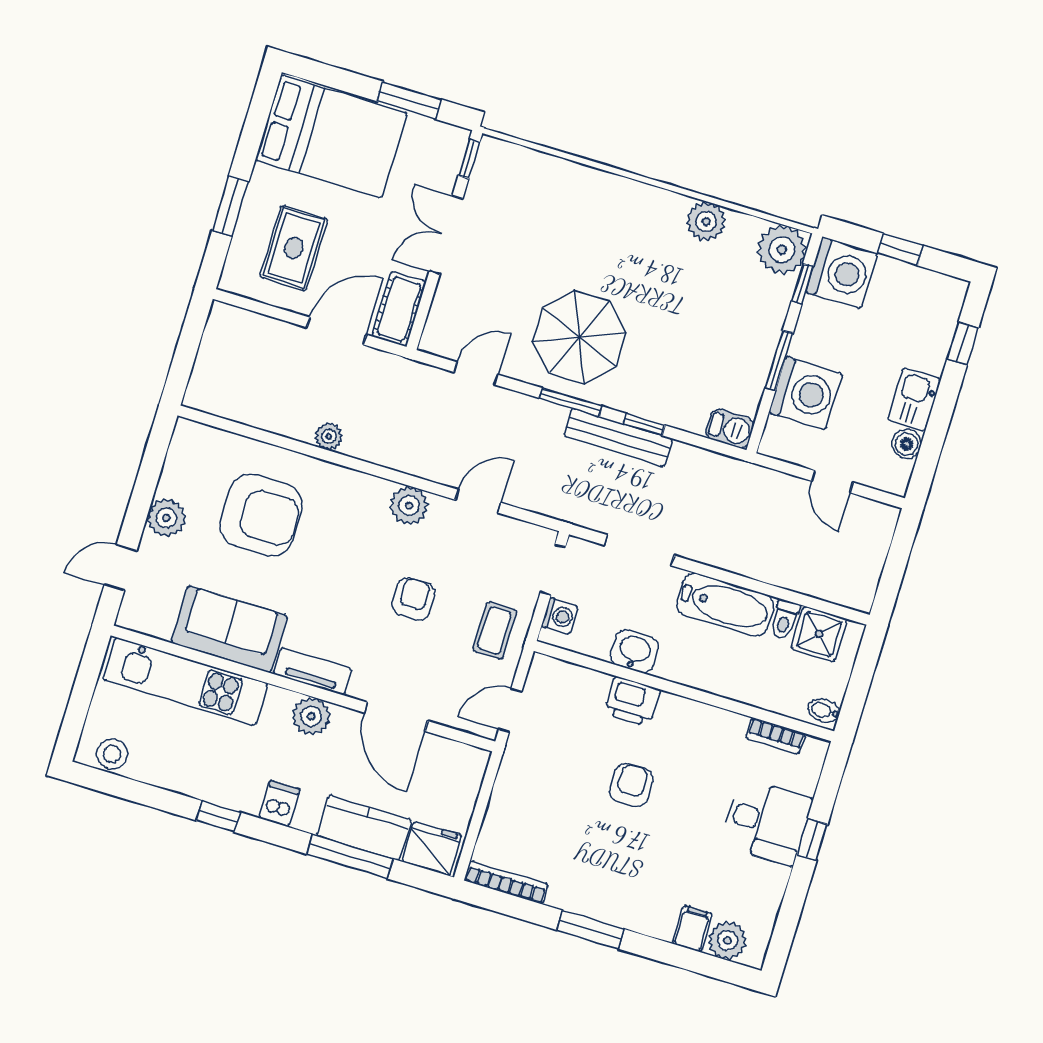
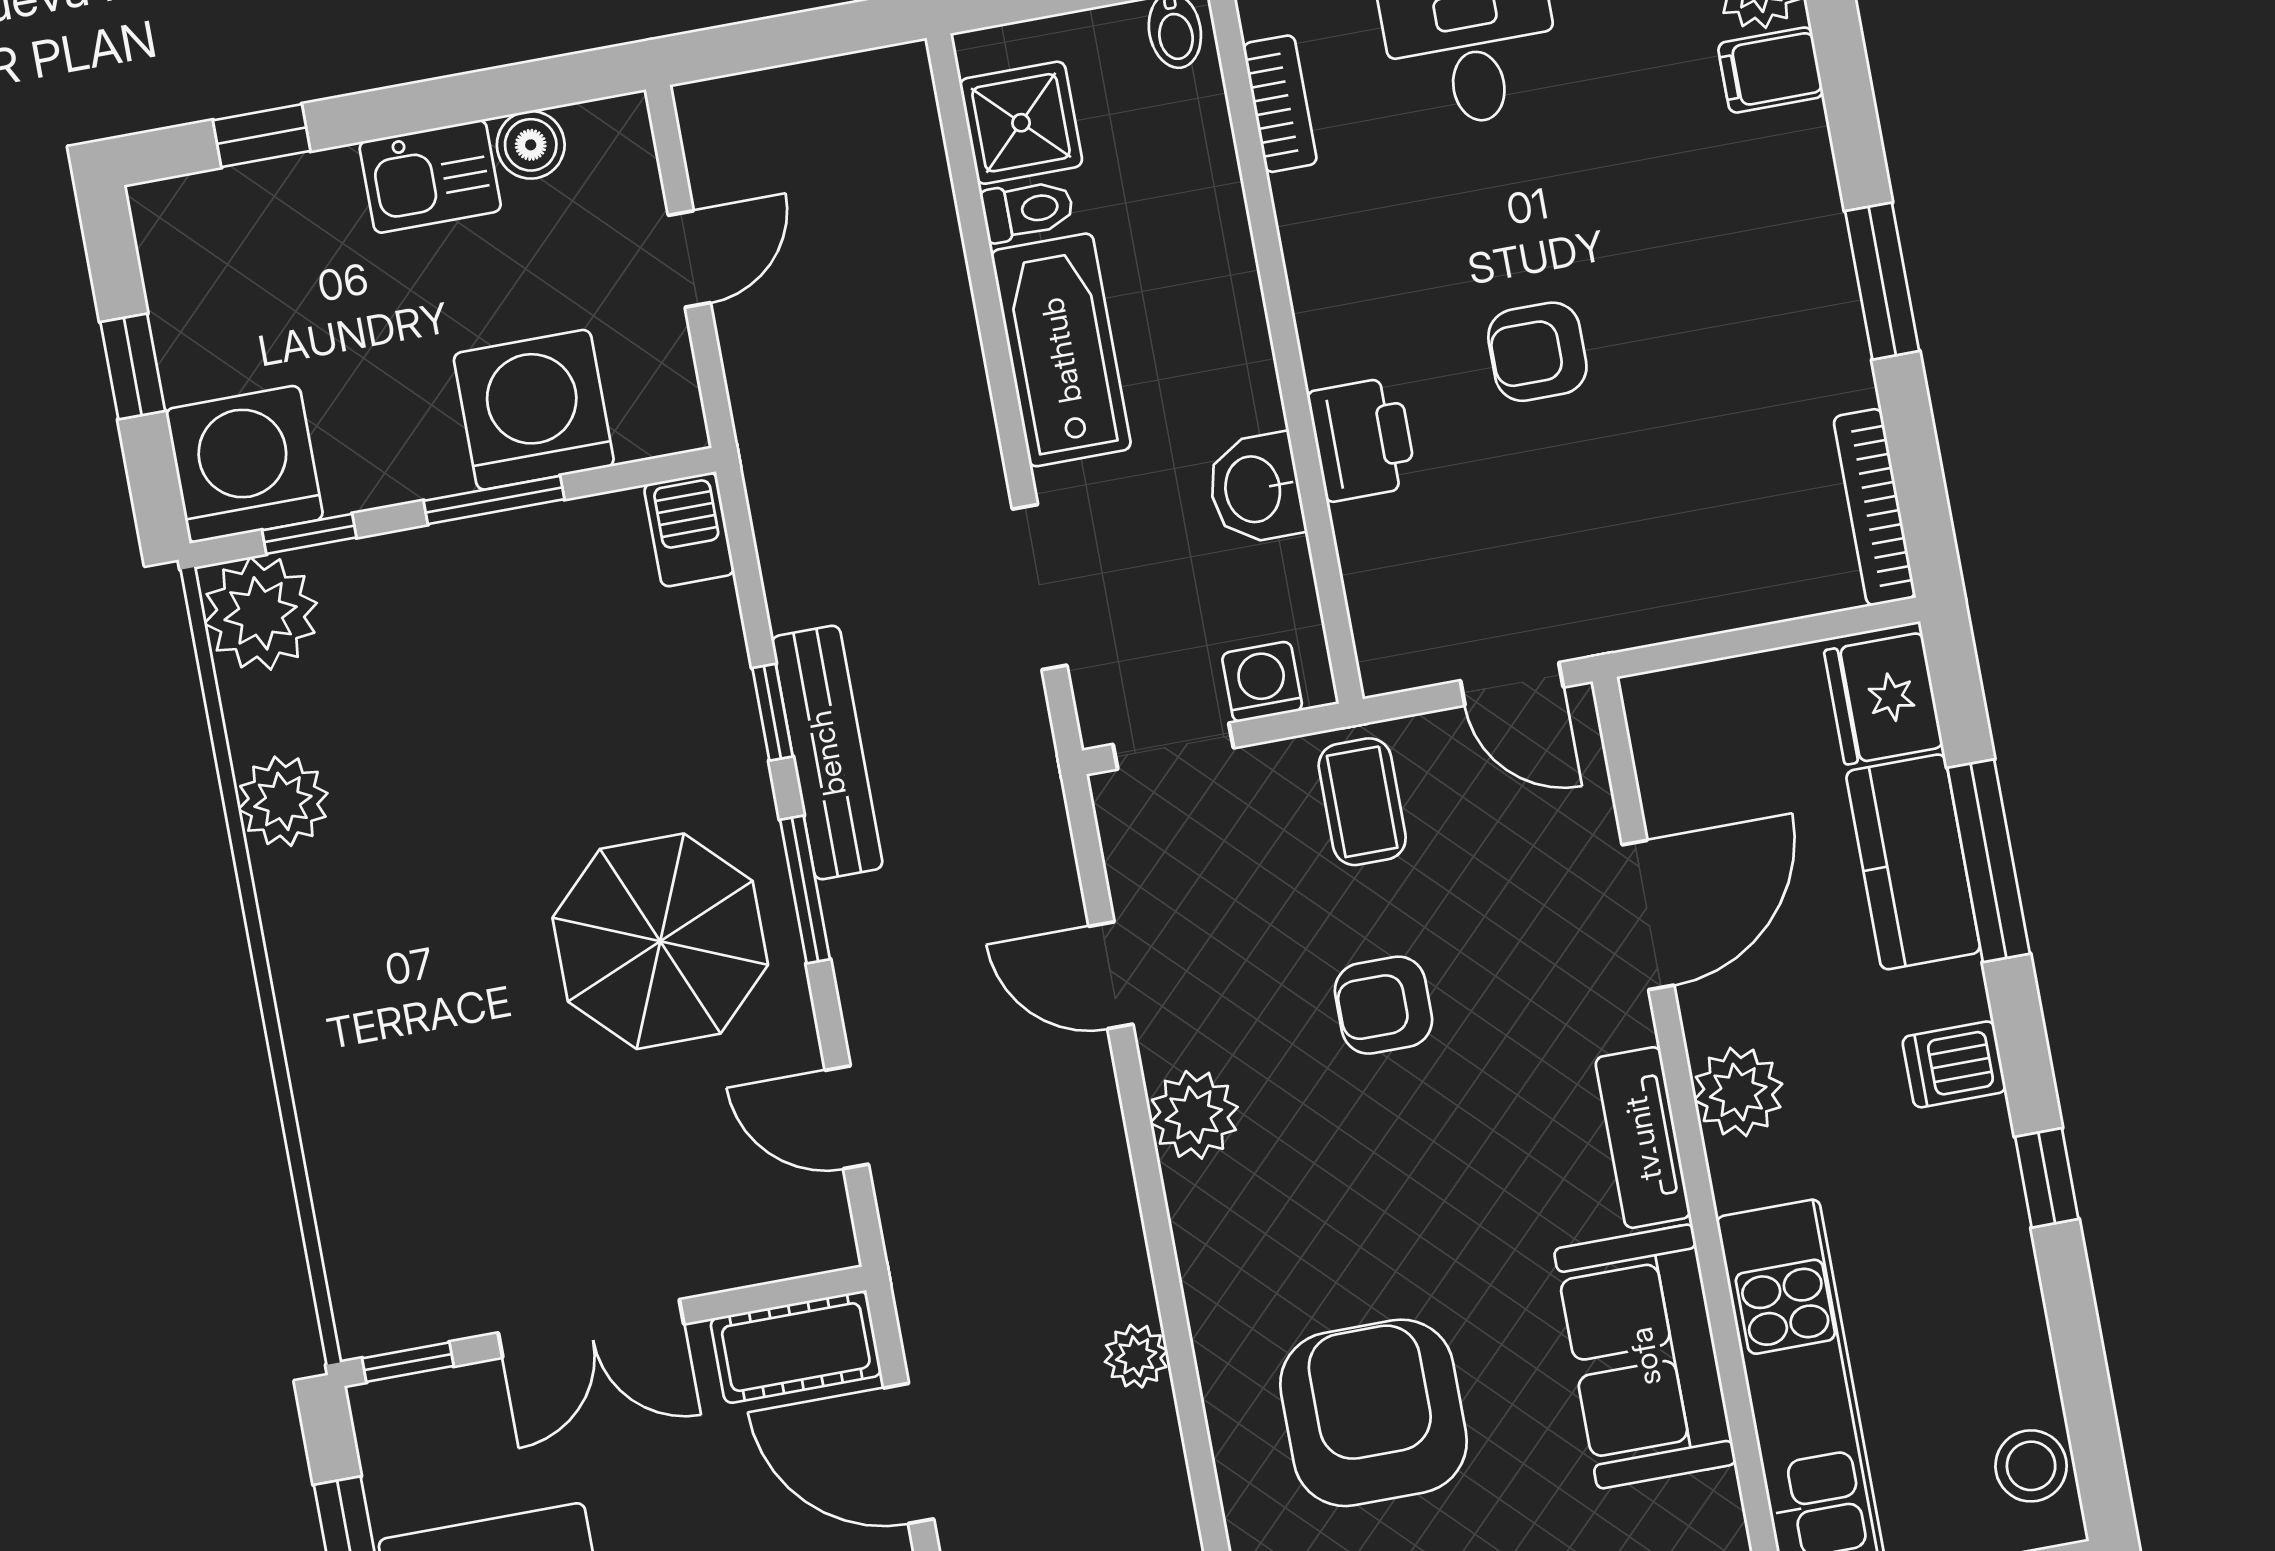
coffee table: (495, 631) -> (1362, 802), turned 90

